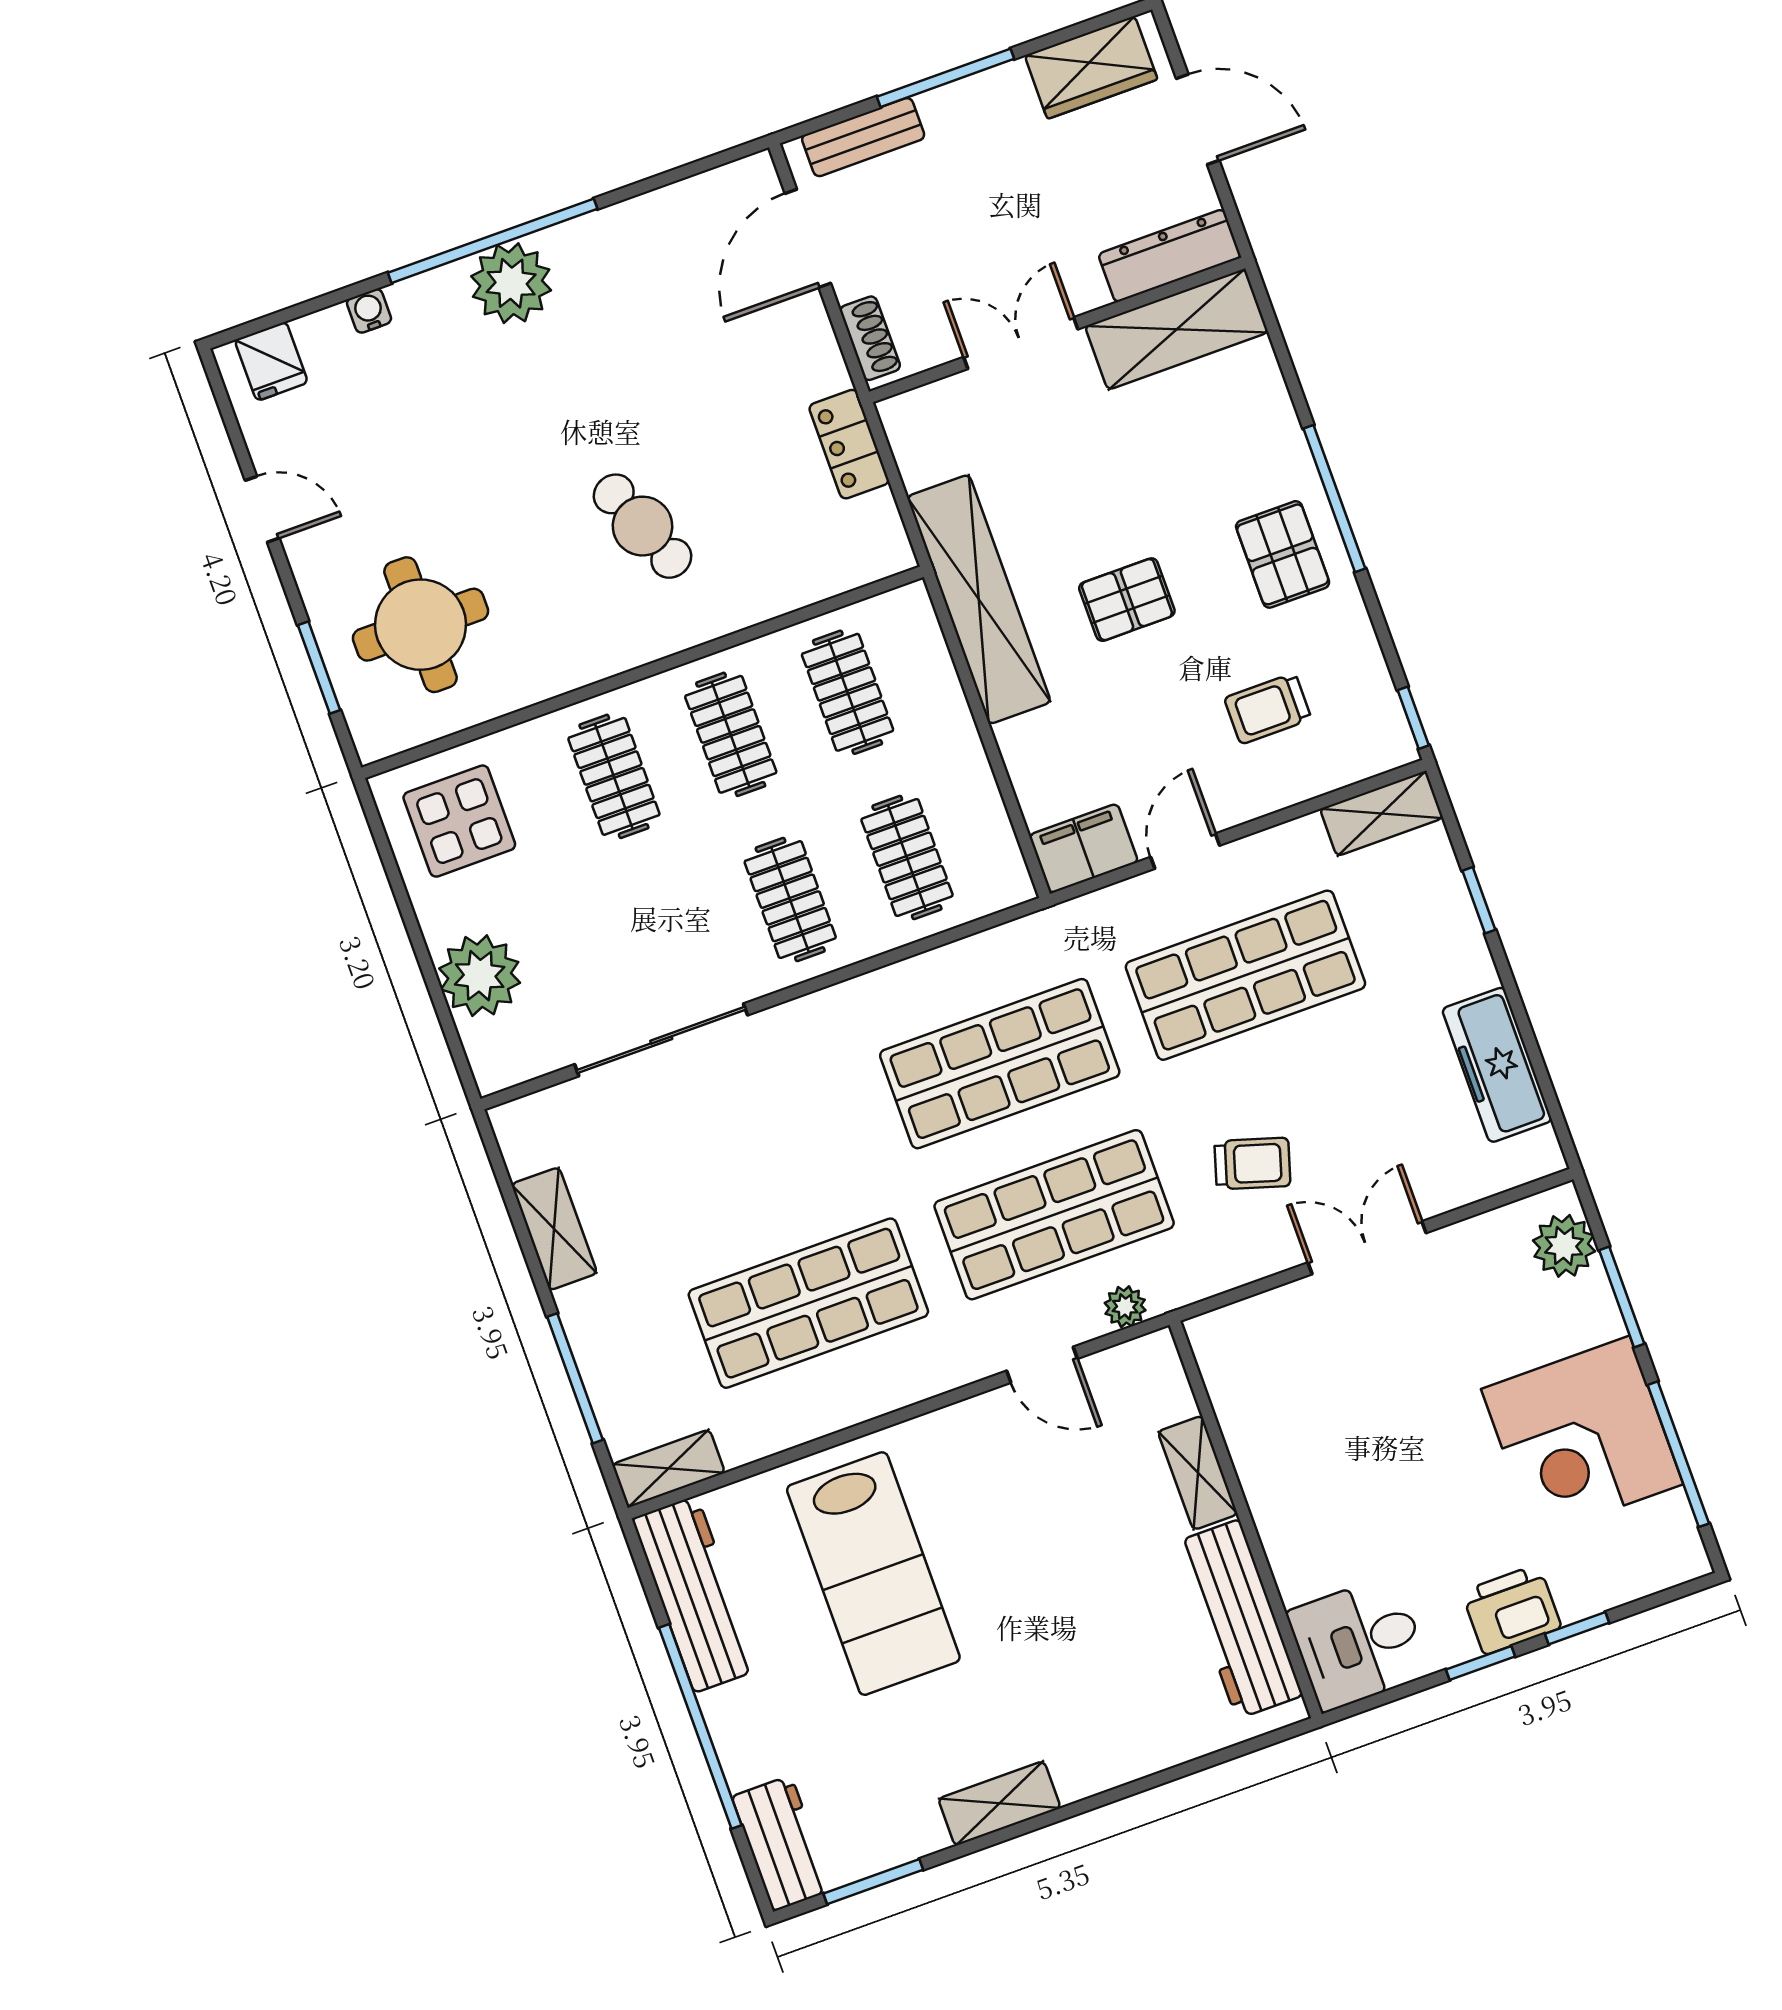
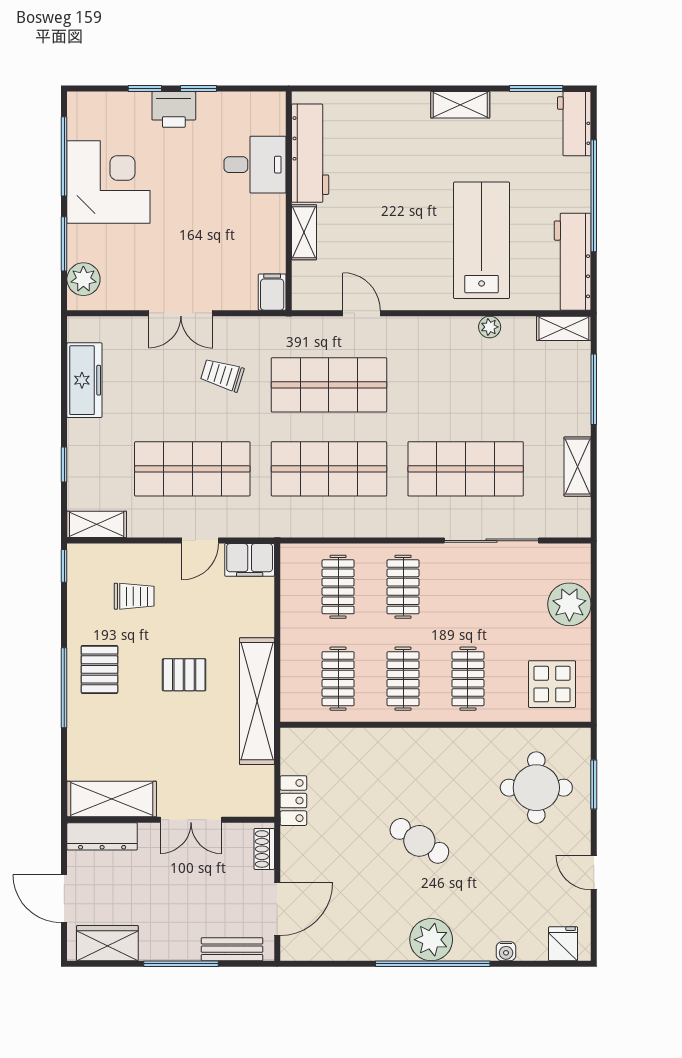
cafe table: (642, 526) -> (419, 841), moved, turned -36
shop shelf: (808, 1303) -> (466, 469), moved
plant: (1125, 1307) -> (490, 327), moved
filing cabinet: (1216, 1345) -> (272, 292), added
desk: (1359, 1643) -> (255, 165), moved

